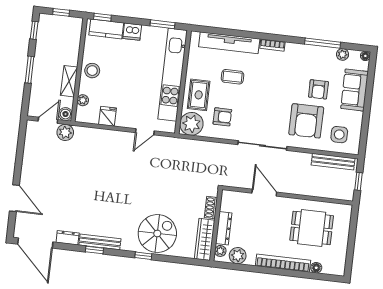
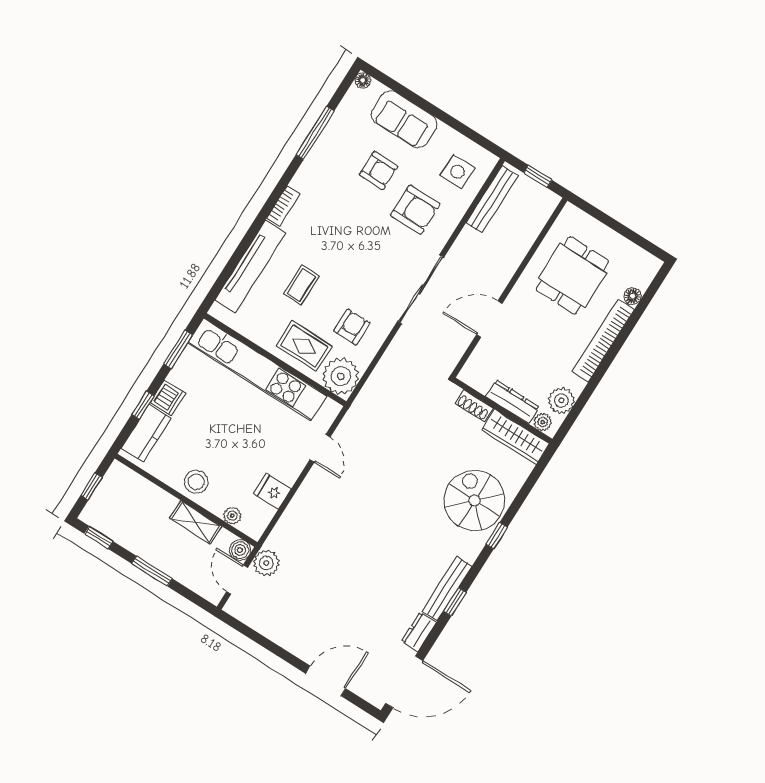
window: (102, 17) -> (143, 405), moved
plant: (343, 54) -> (345, 112), removed
armchair: (306, 121) -> (415, 210), width x0.73, depth x0.73

